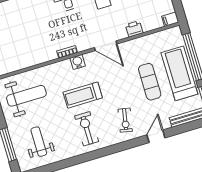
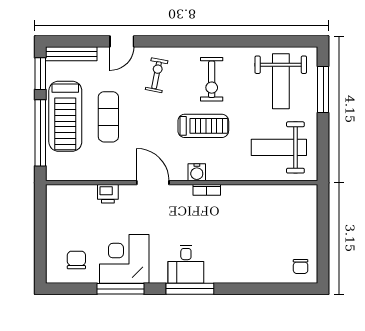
filing cabinet: (170, 19) -> (56, 192), removed
weight bench: (39, 142) -> (281, 81), width x1.36, depth x1.33

